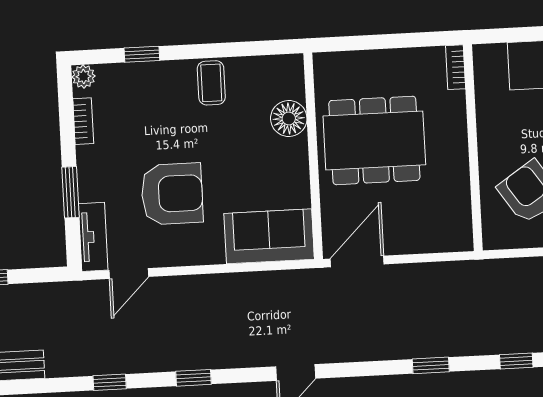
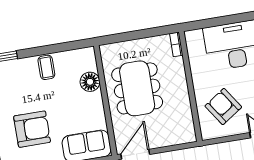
dining table: (374, 140) -> (137, 88), turned 90

